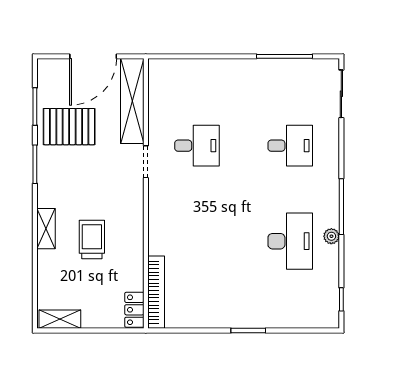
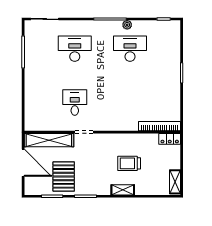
desk: (290, 146) -> (75, 49), width x1.37

